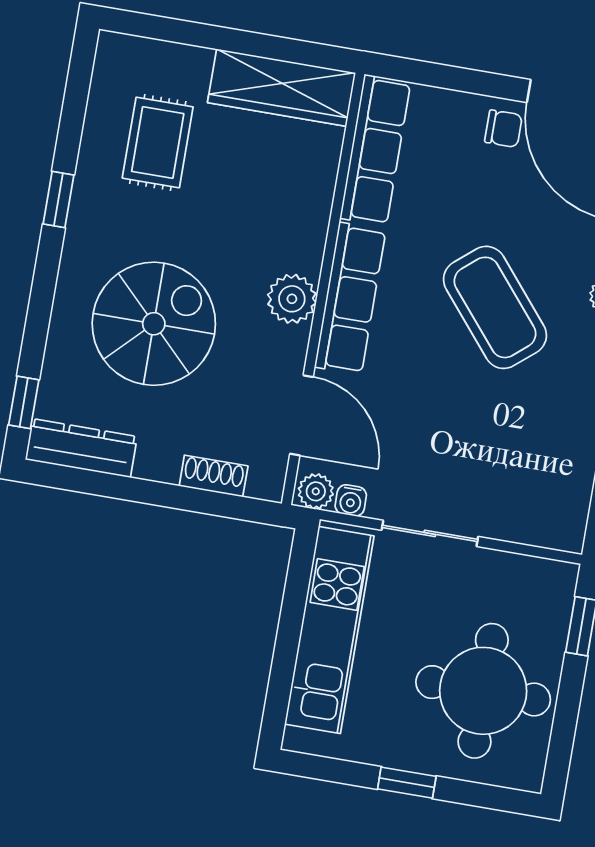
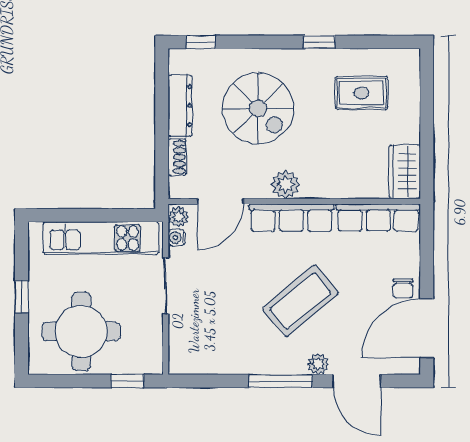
wardrobe: (282, 88) -> (405, 172), width x0.67
dresser: (81, 448) -> (180, 106), moved

